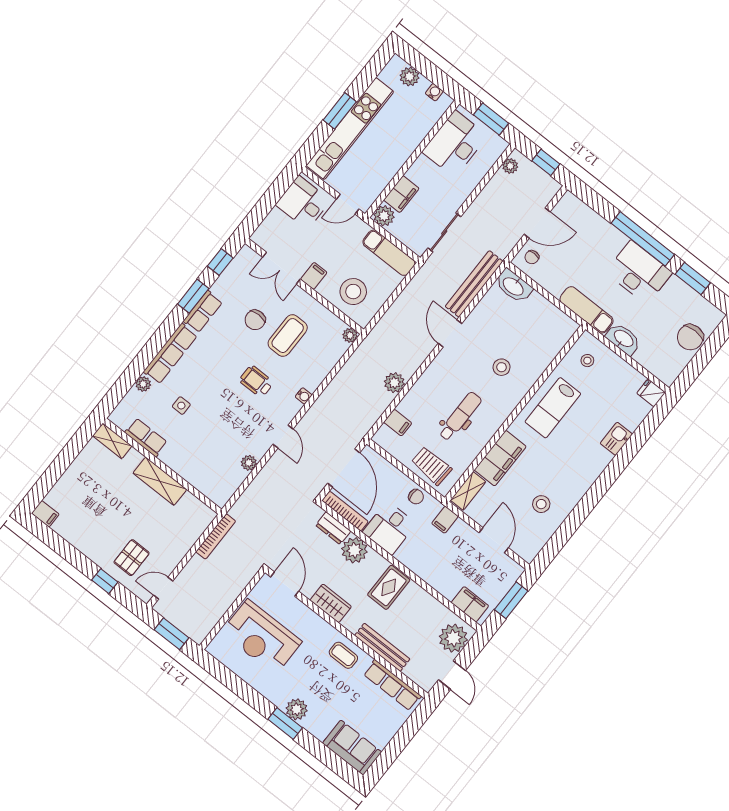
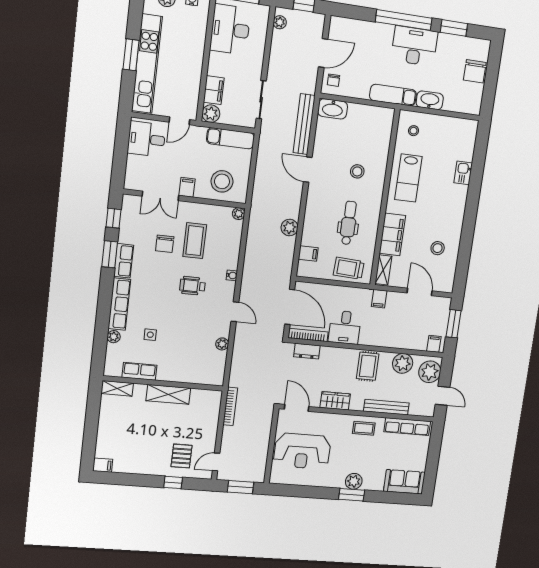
fridge: (651, 393) -> (469, 127), removed
chair: (416, 497) -> (350, 296), removed
plant: (354, 550) -> (403, 363), moved
filing cabinet: (470, 604) -> (434, 344), width x0.50

